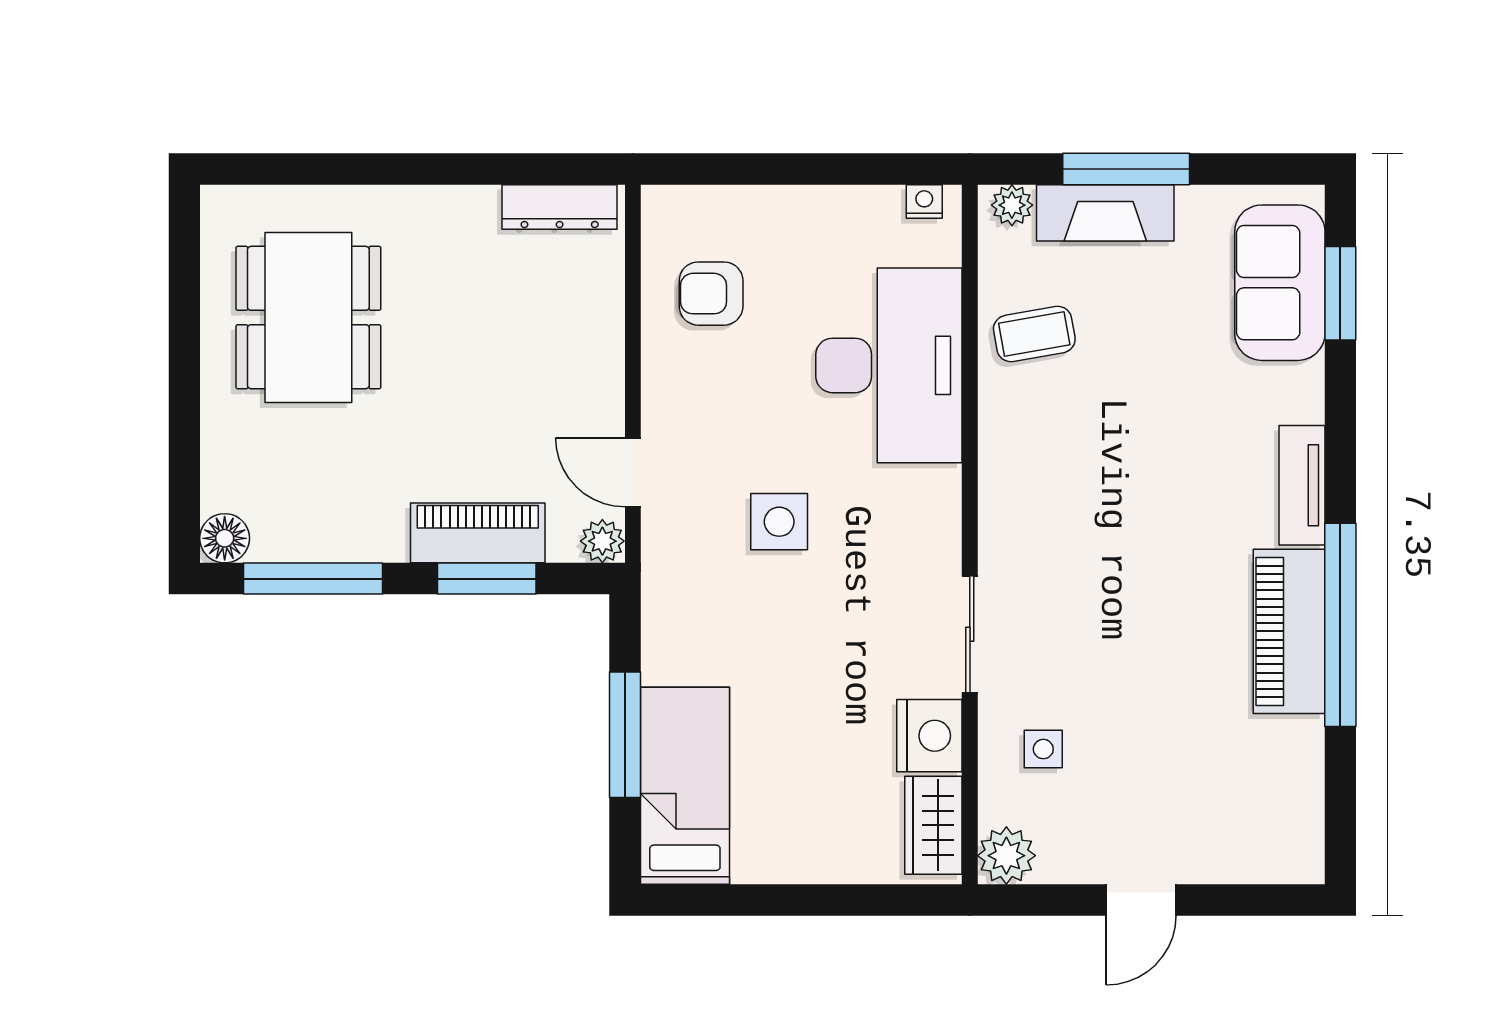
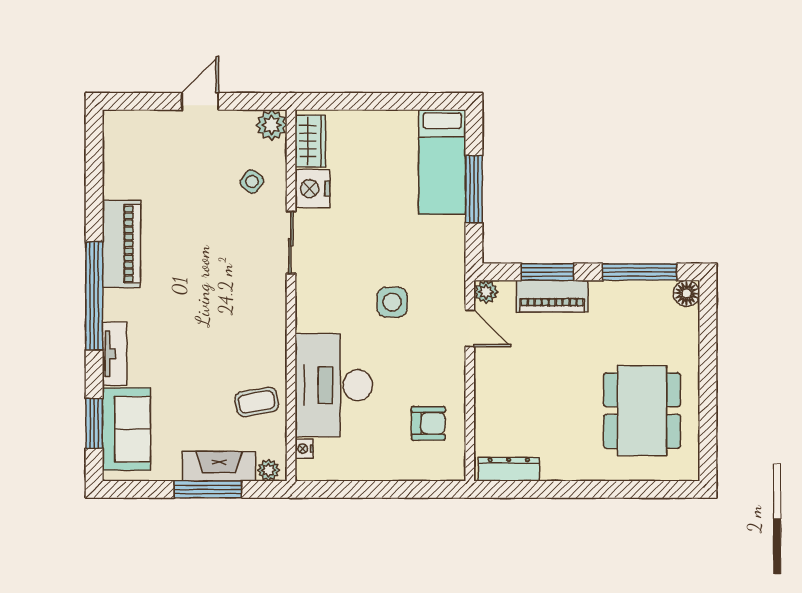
nightstand: (924, 201) -> (304, 449), moved, turned 90
tv unit: (1302, 485) -> (115, 354), moved
window: (1340, 625) -> (94, 296), moved
side table: (1043, 749) -> (252, 181), turned 37

